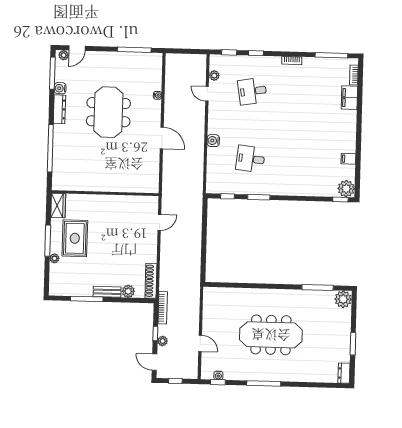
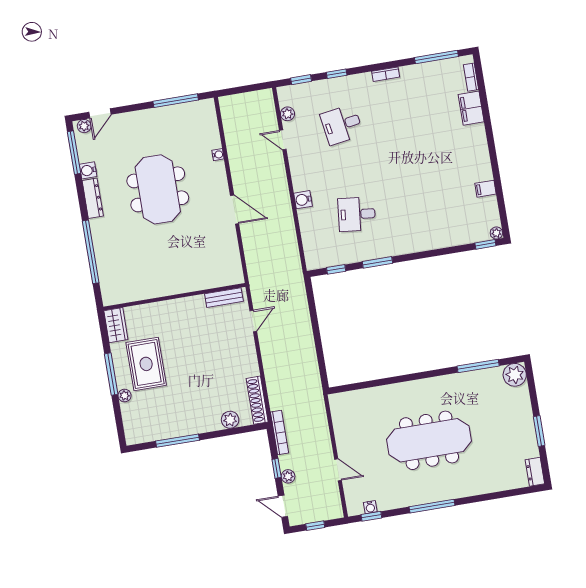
plant: (346, 189) -> (496, 233), width x0.53, depth x0.53
bench: (107, 292) -> (224, 298), moved

